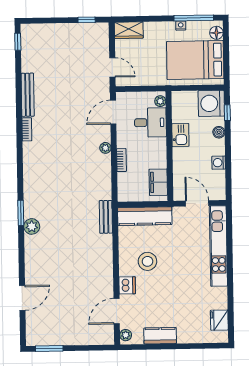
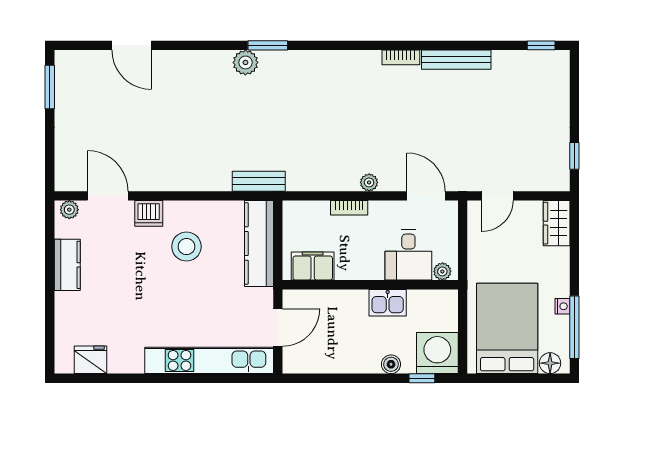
washing machine: (219, 163) -> (342, 363), removed

